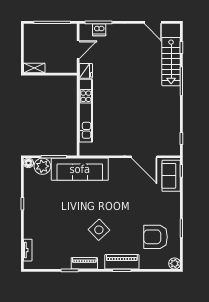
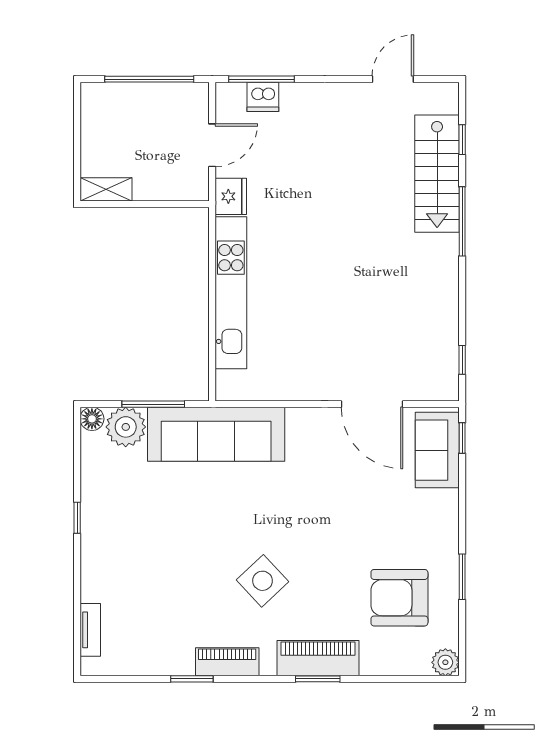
door: (153, 22) -> (393, 79), swing flipped

